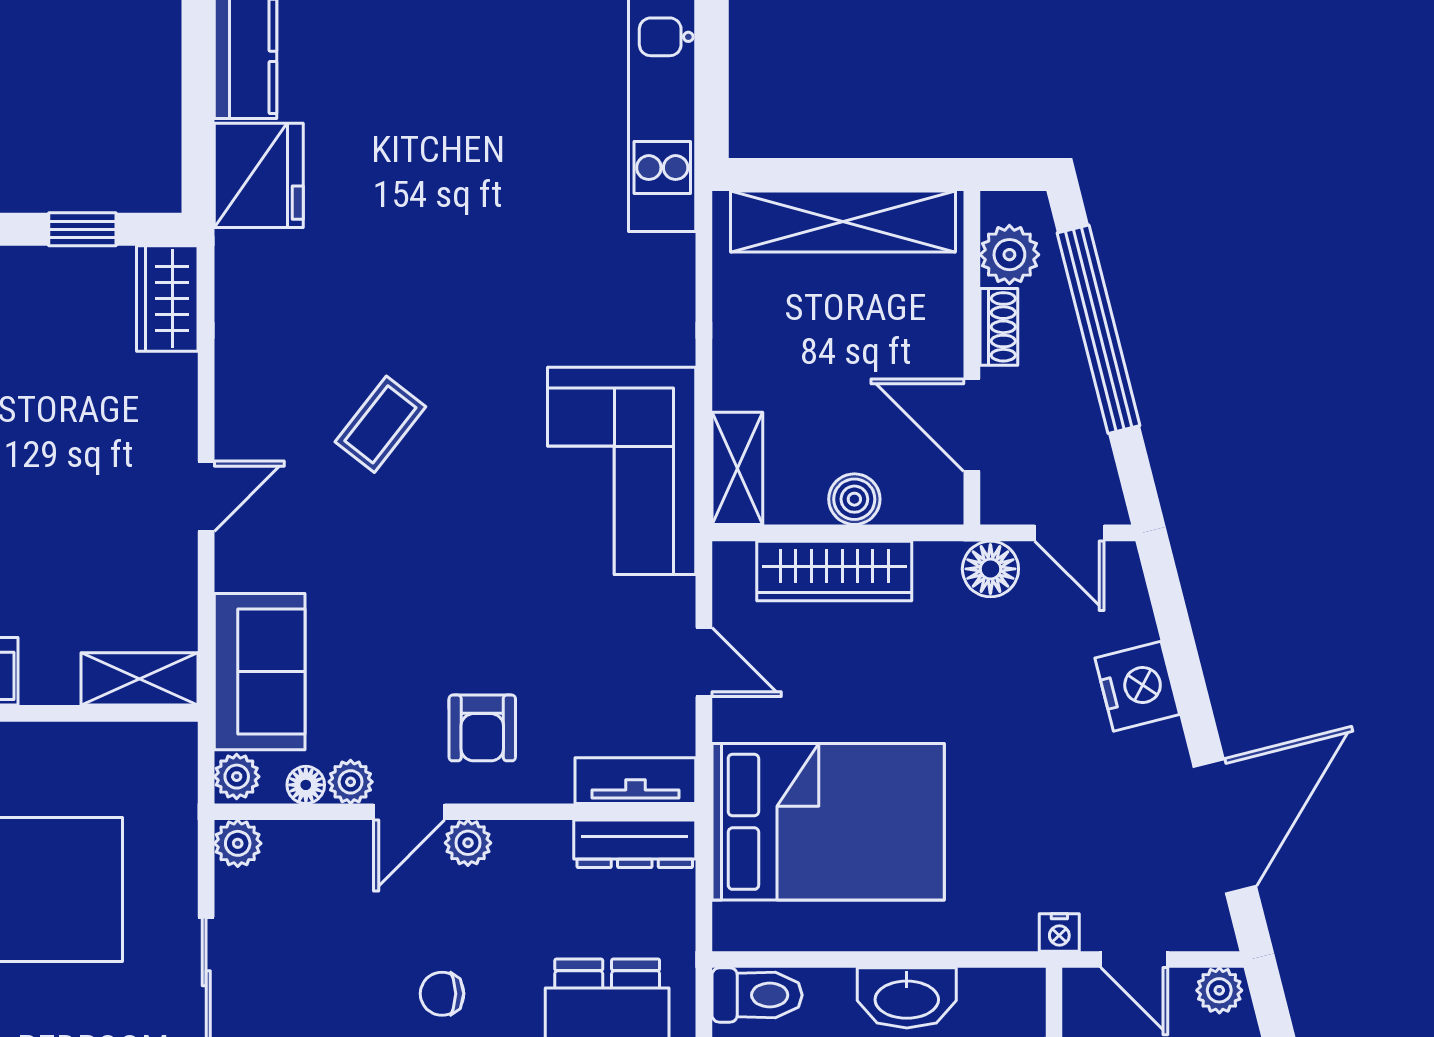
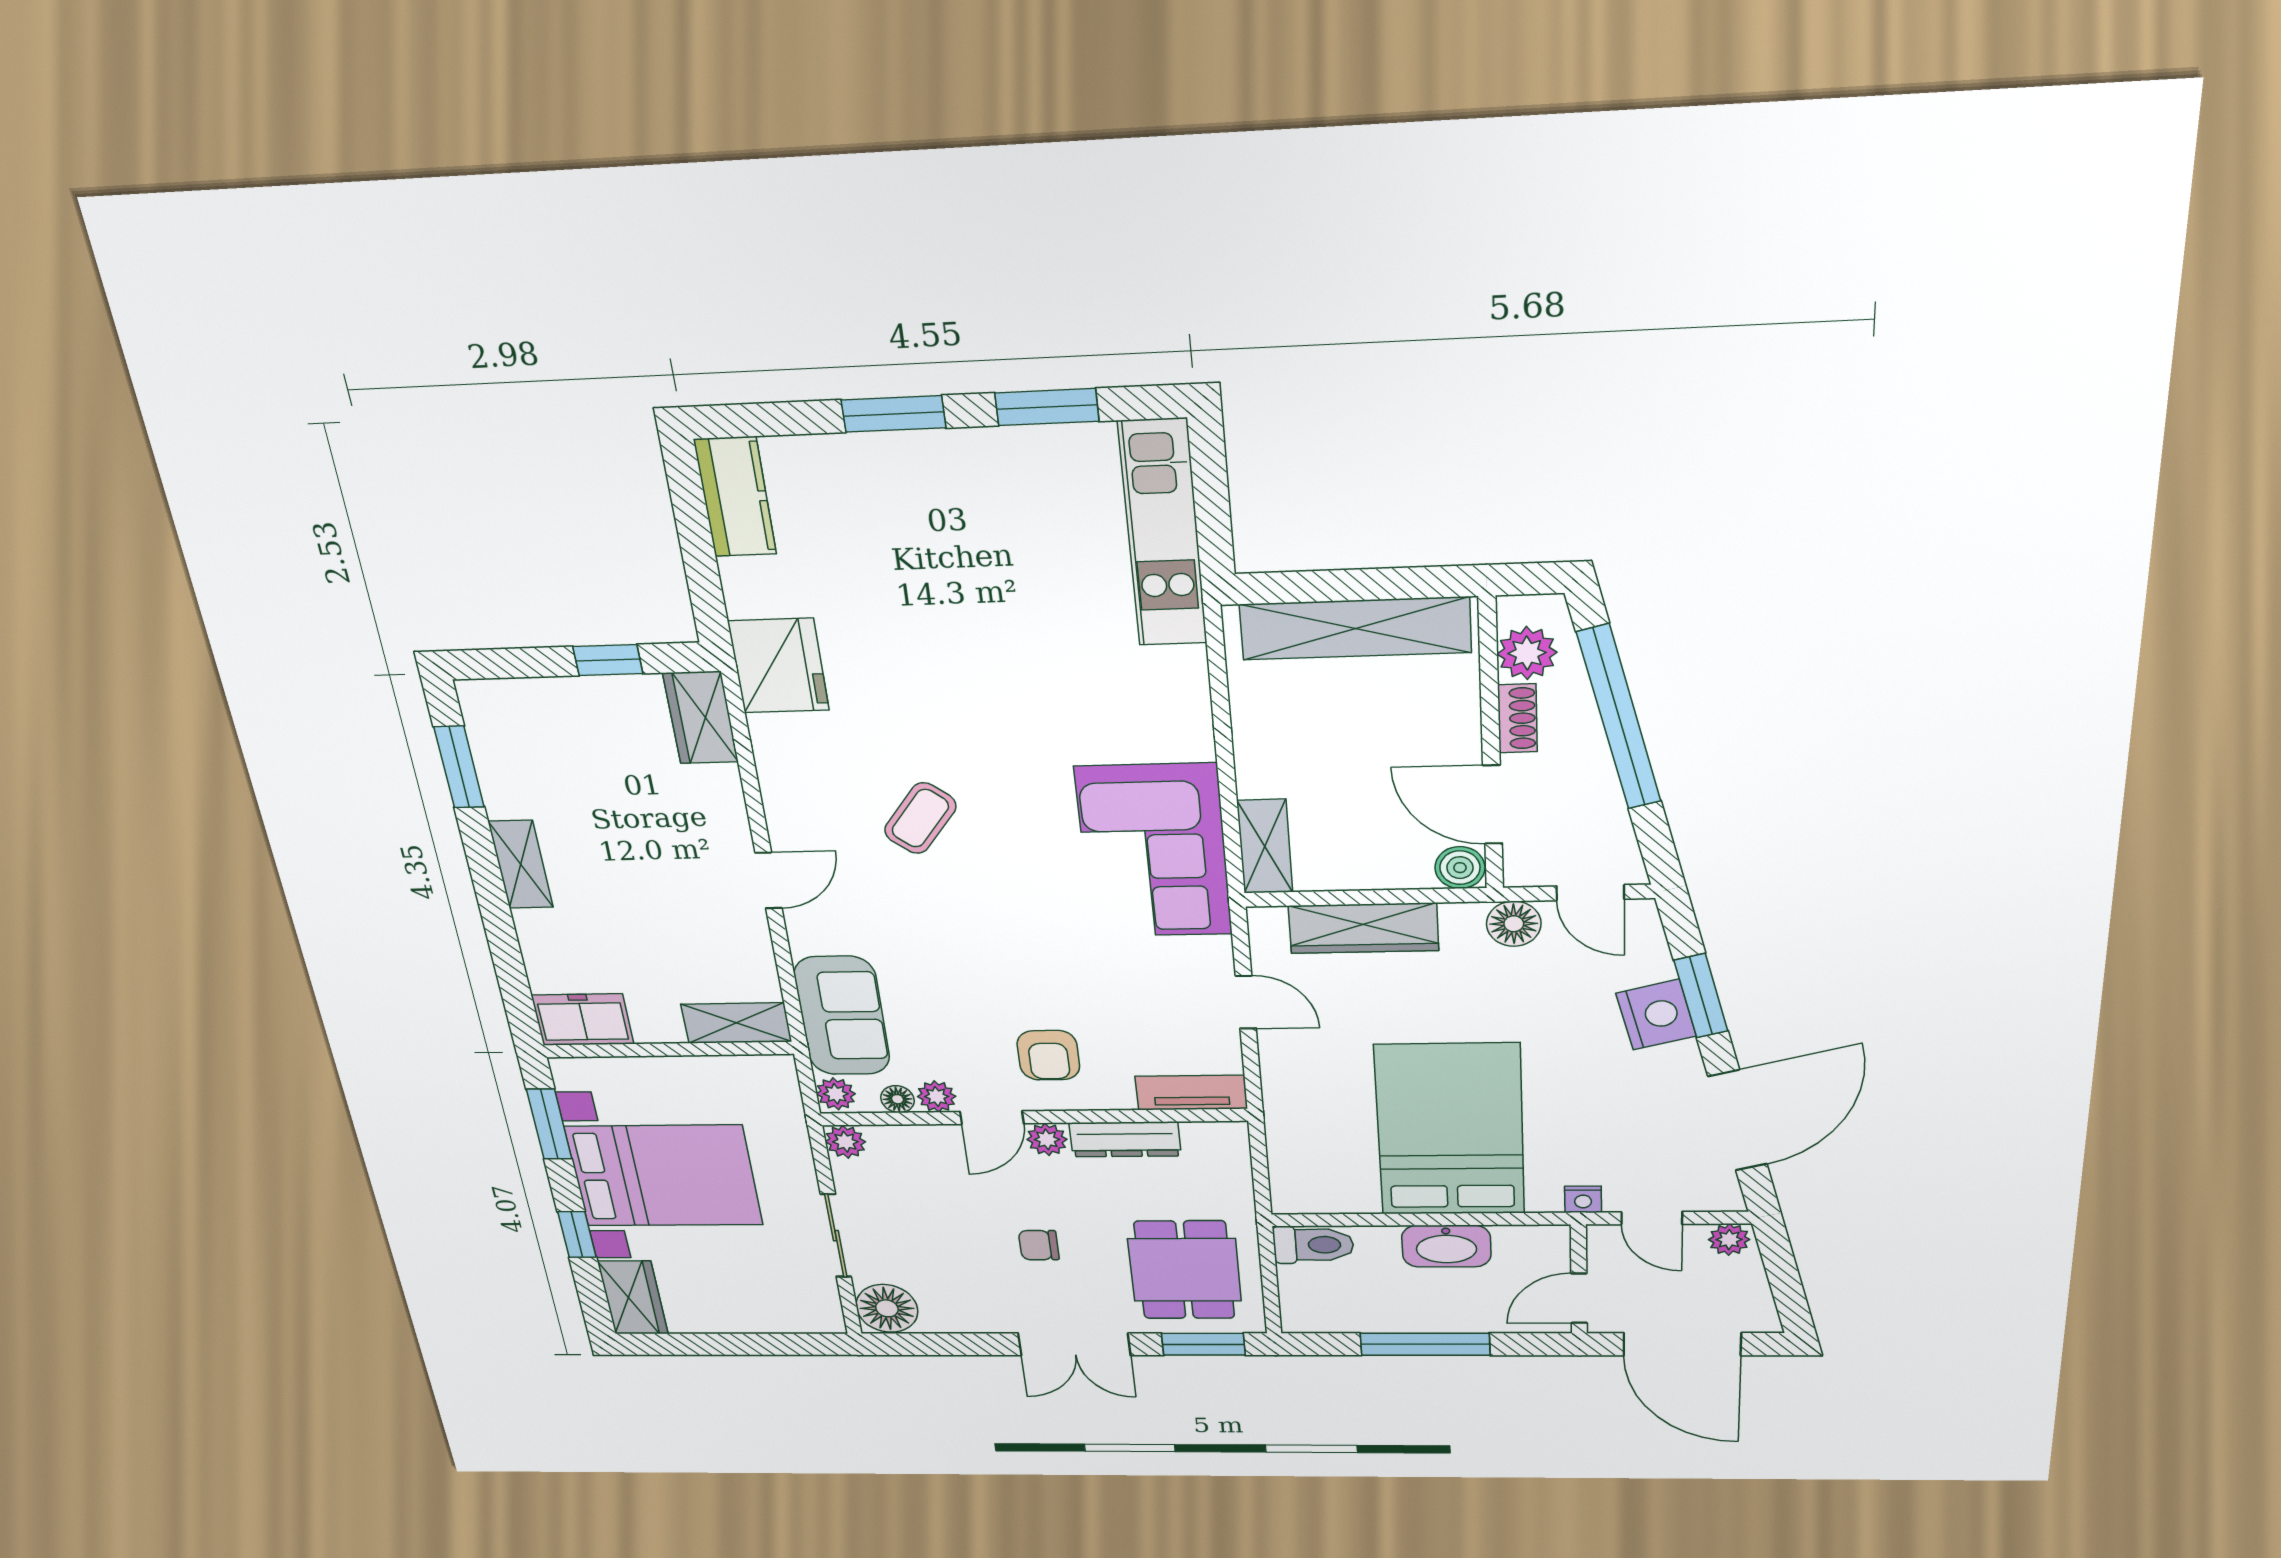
fridge: (259, 175) -> (779, 666), moved
boiler: (854, 499) -> (1460, 868), moved
window: (1183, 663) -> (1701, 996), added
bed: (828, 822) -> (1450, 1130), moved, turned -90
dresser: (635, 844) -> (1125, 1139), moved

